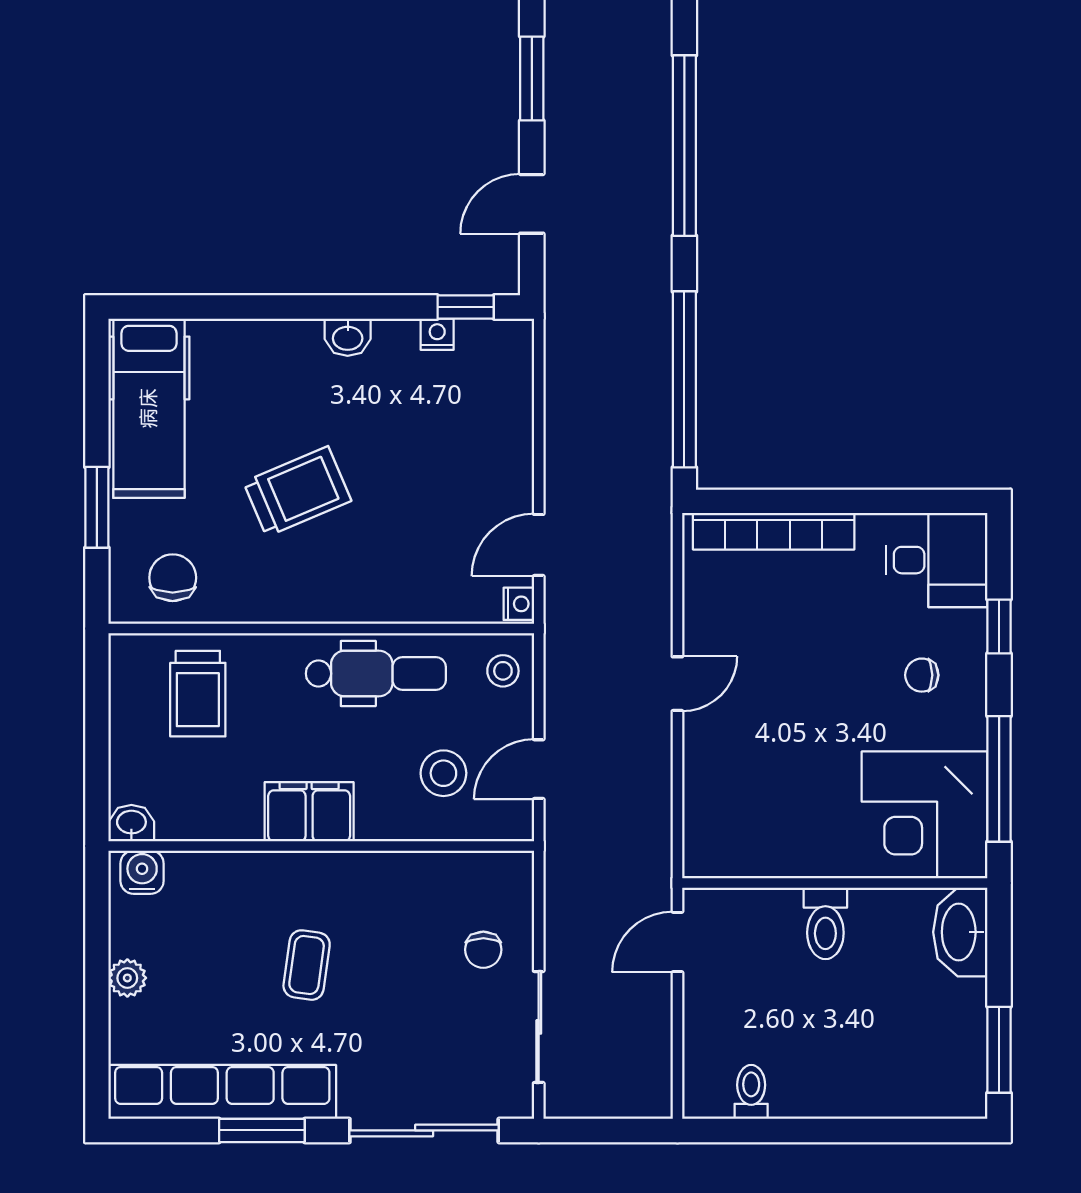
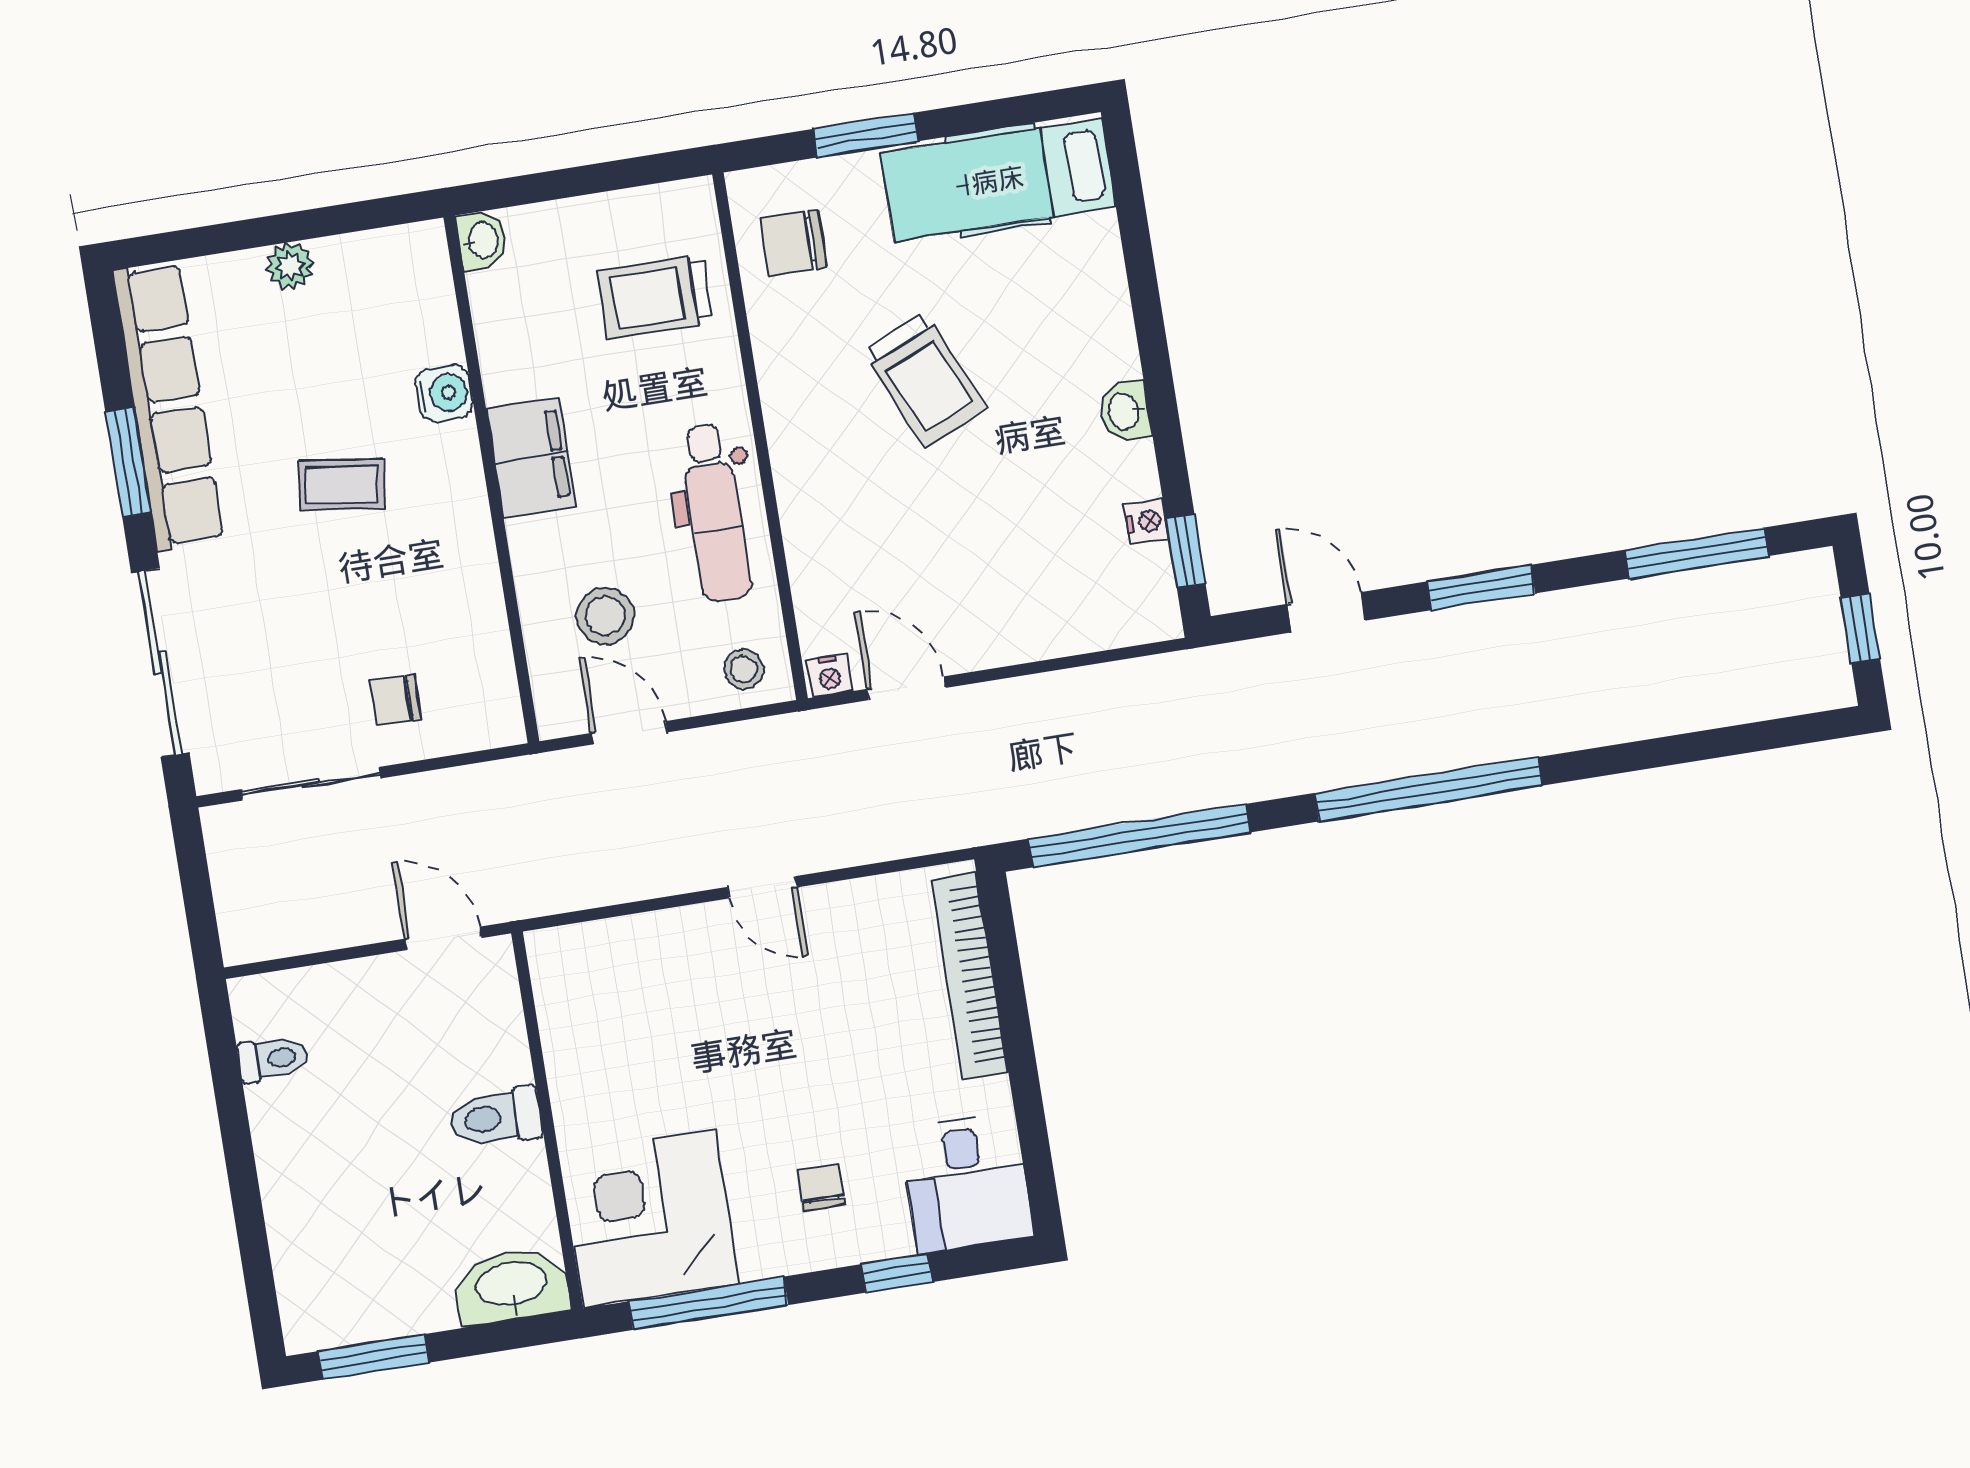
chair: (173, 578) -> (793, 243), turned 180
water cooler: (142, 872) -> (444, 393), moved

